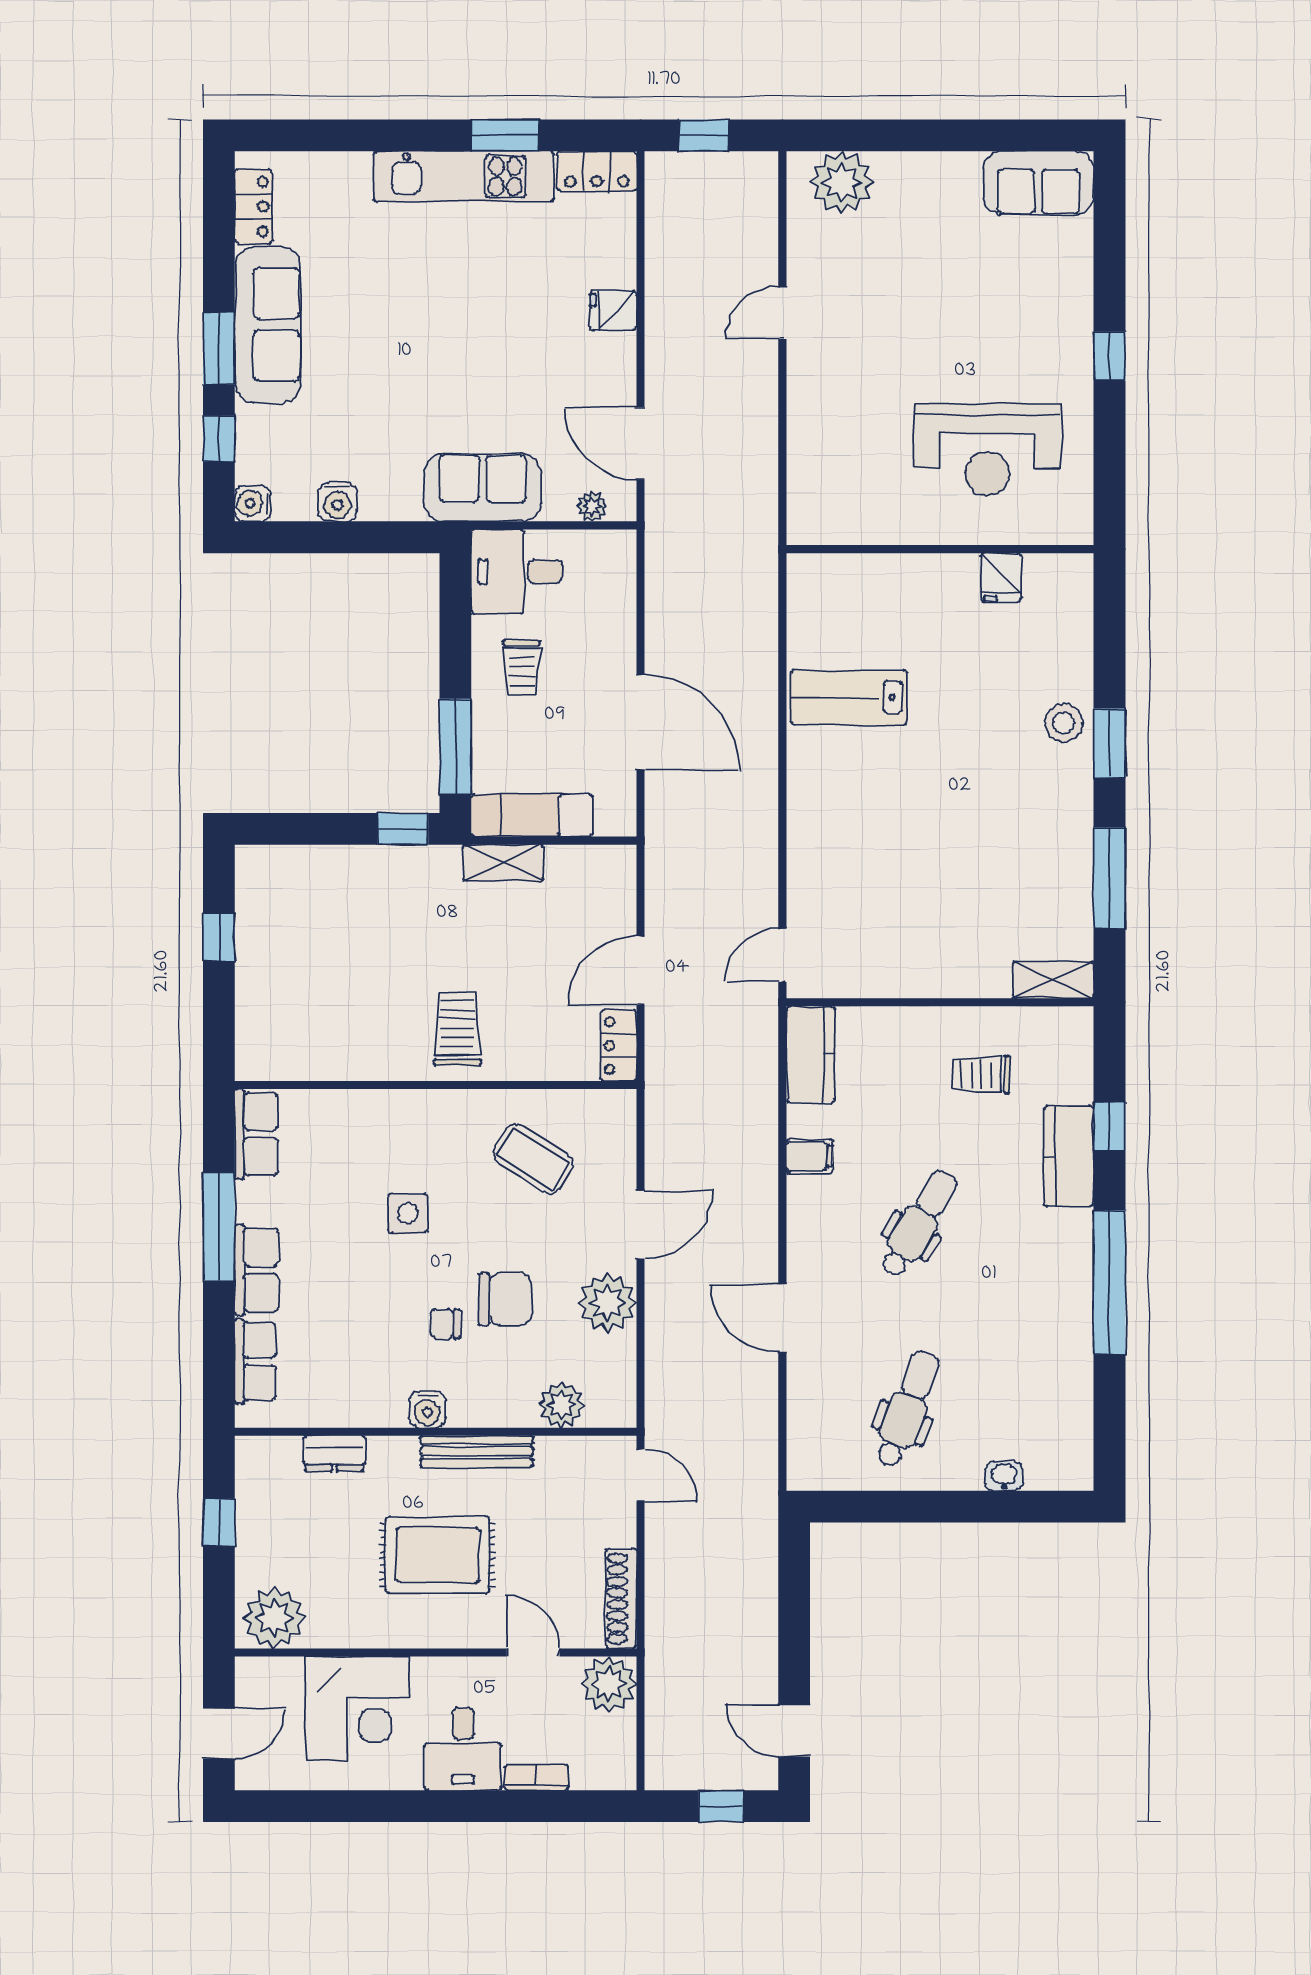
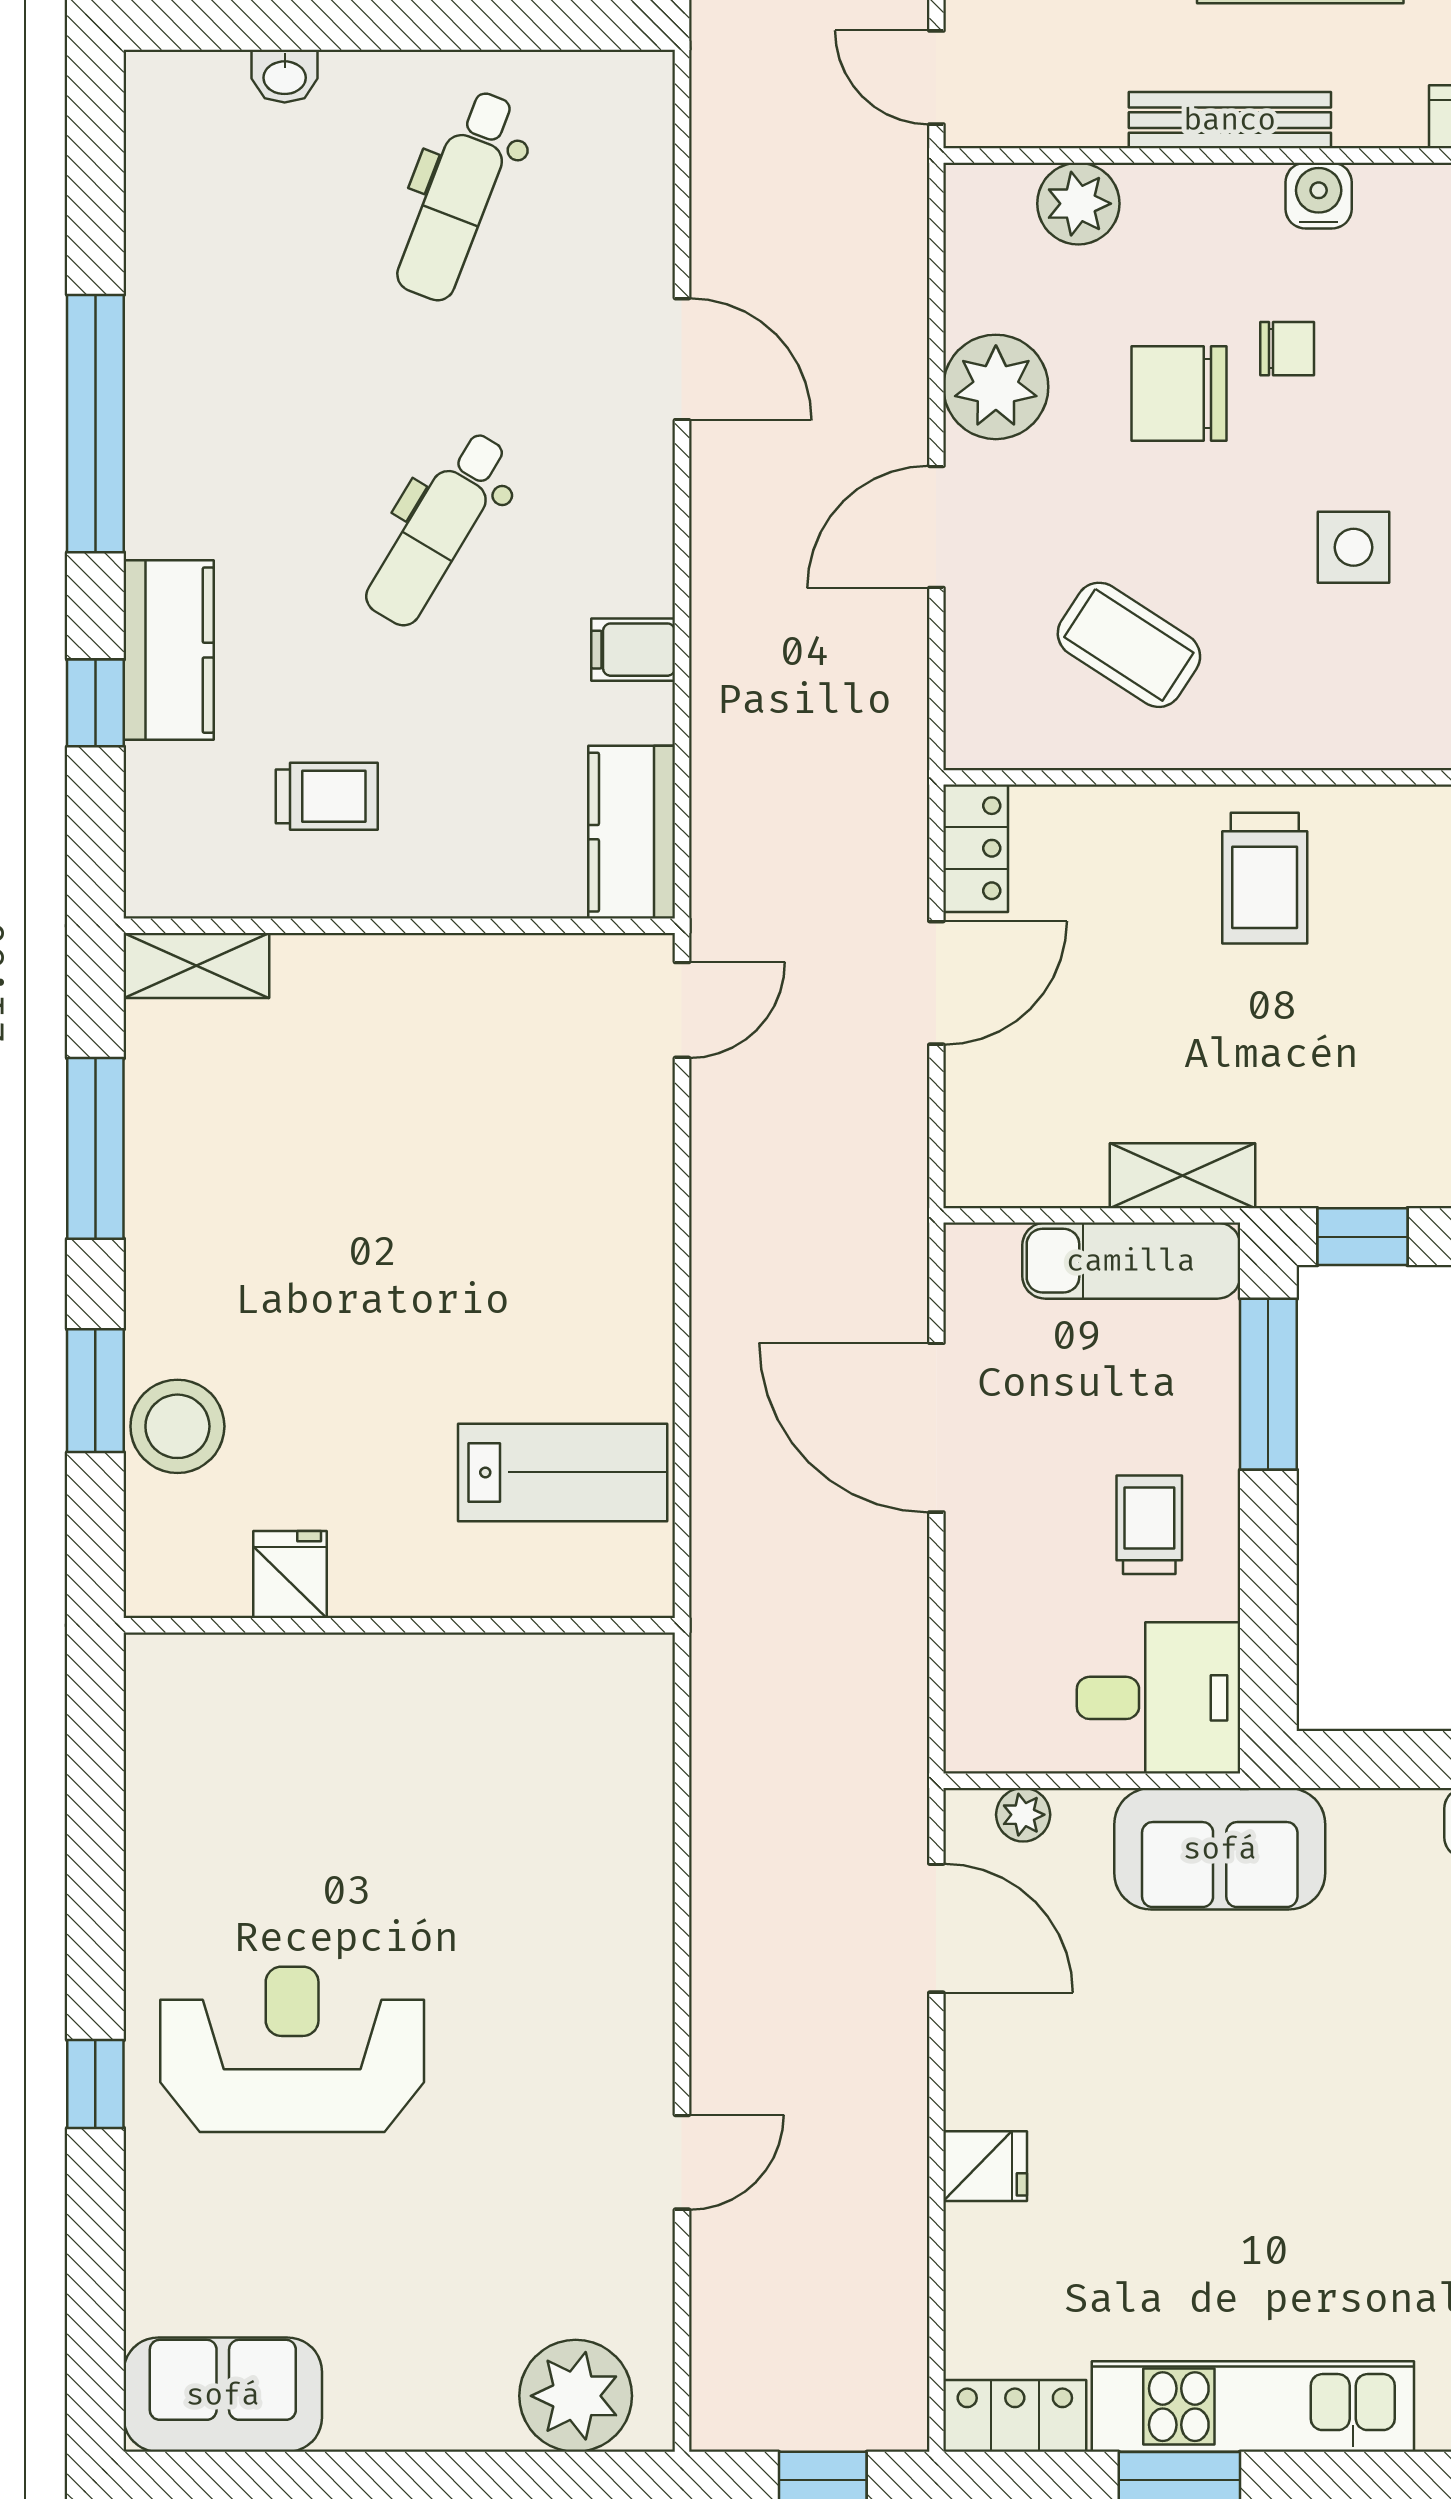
reception desk: (987, 450) -> (292, 2049), moved
wall: (940, 549) -> (399, 1625), moved
fridge: (1001, 577) -> (290, 1575), moved
stool: (1064, 723) -> (177, 1426), width x1.38, depth x1.38

